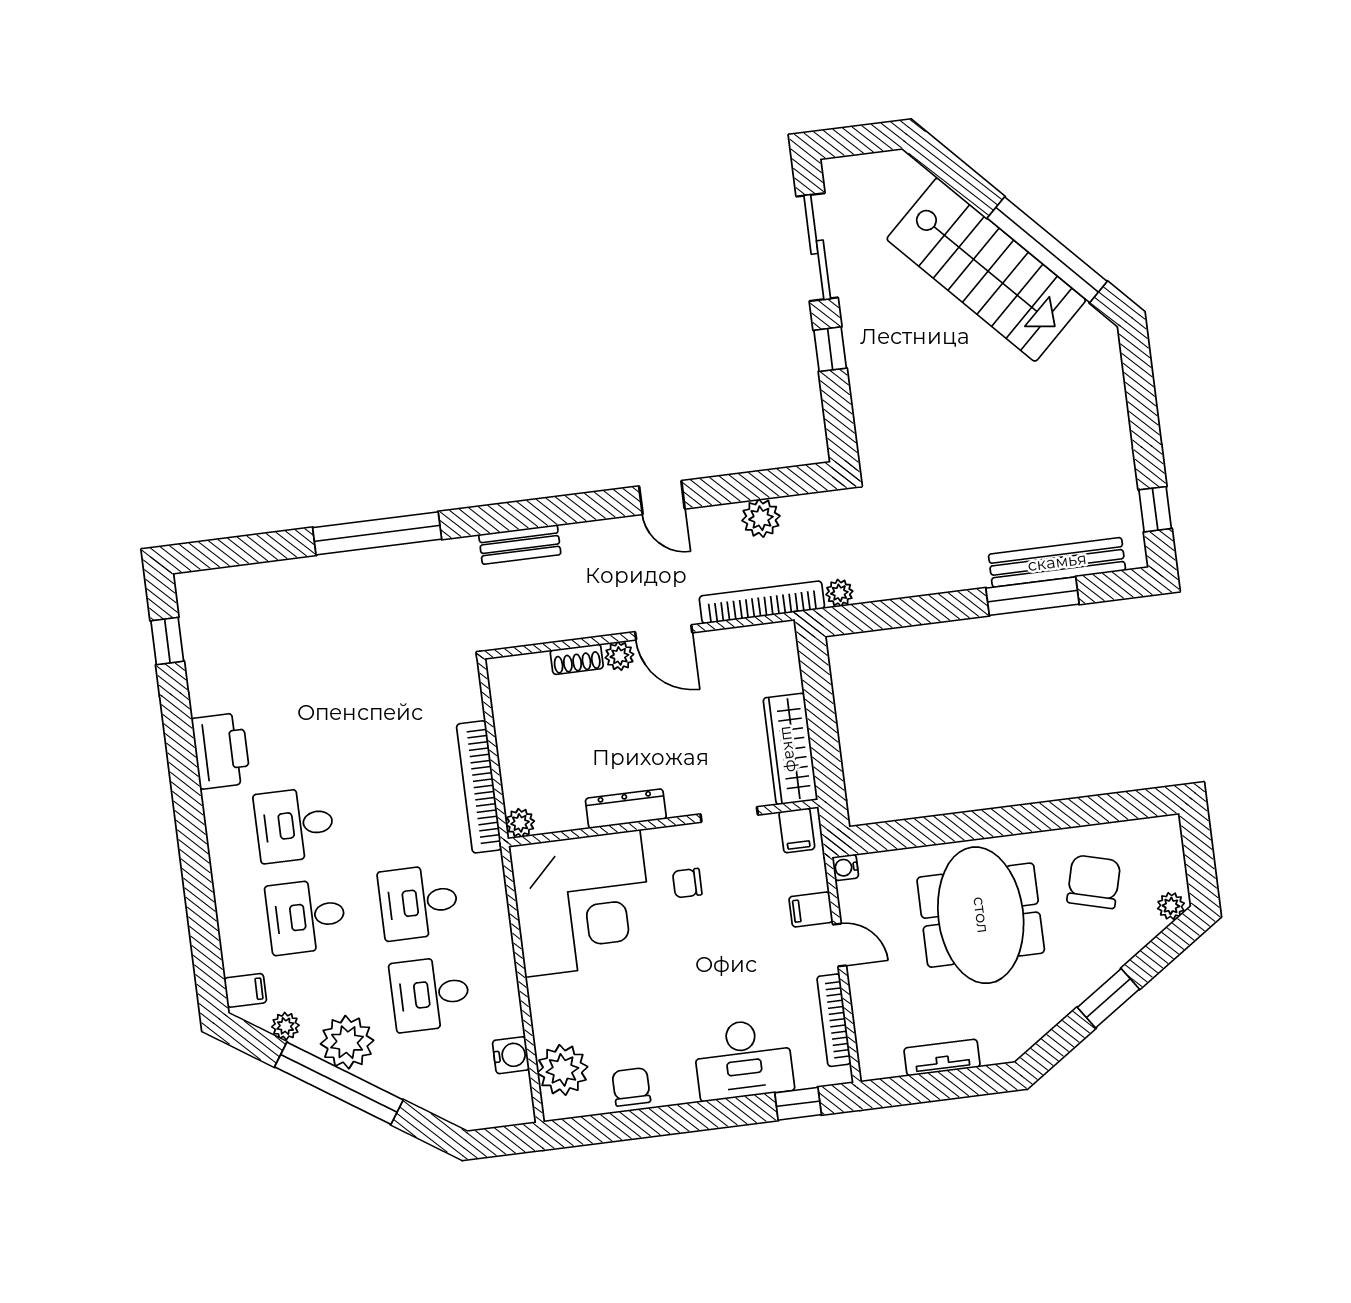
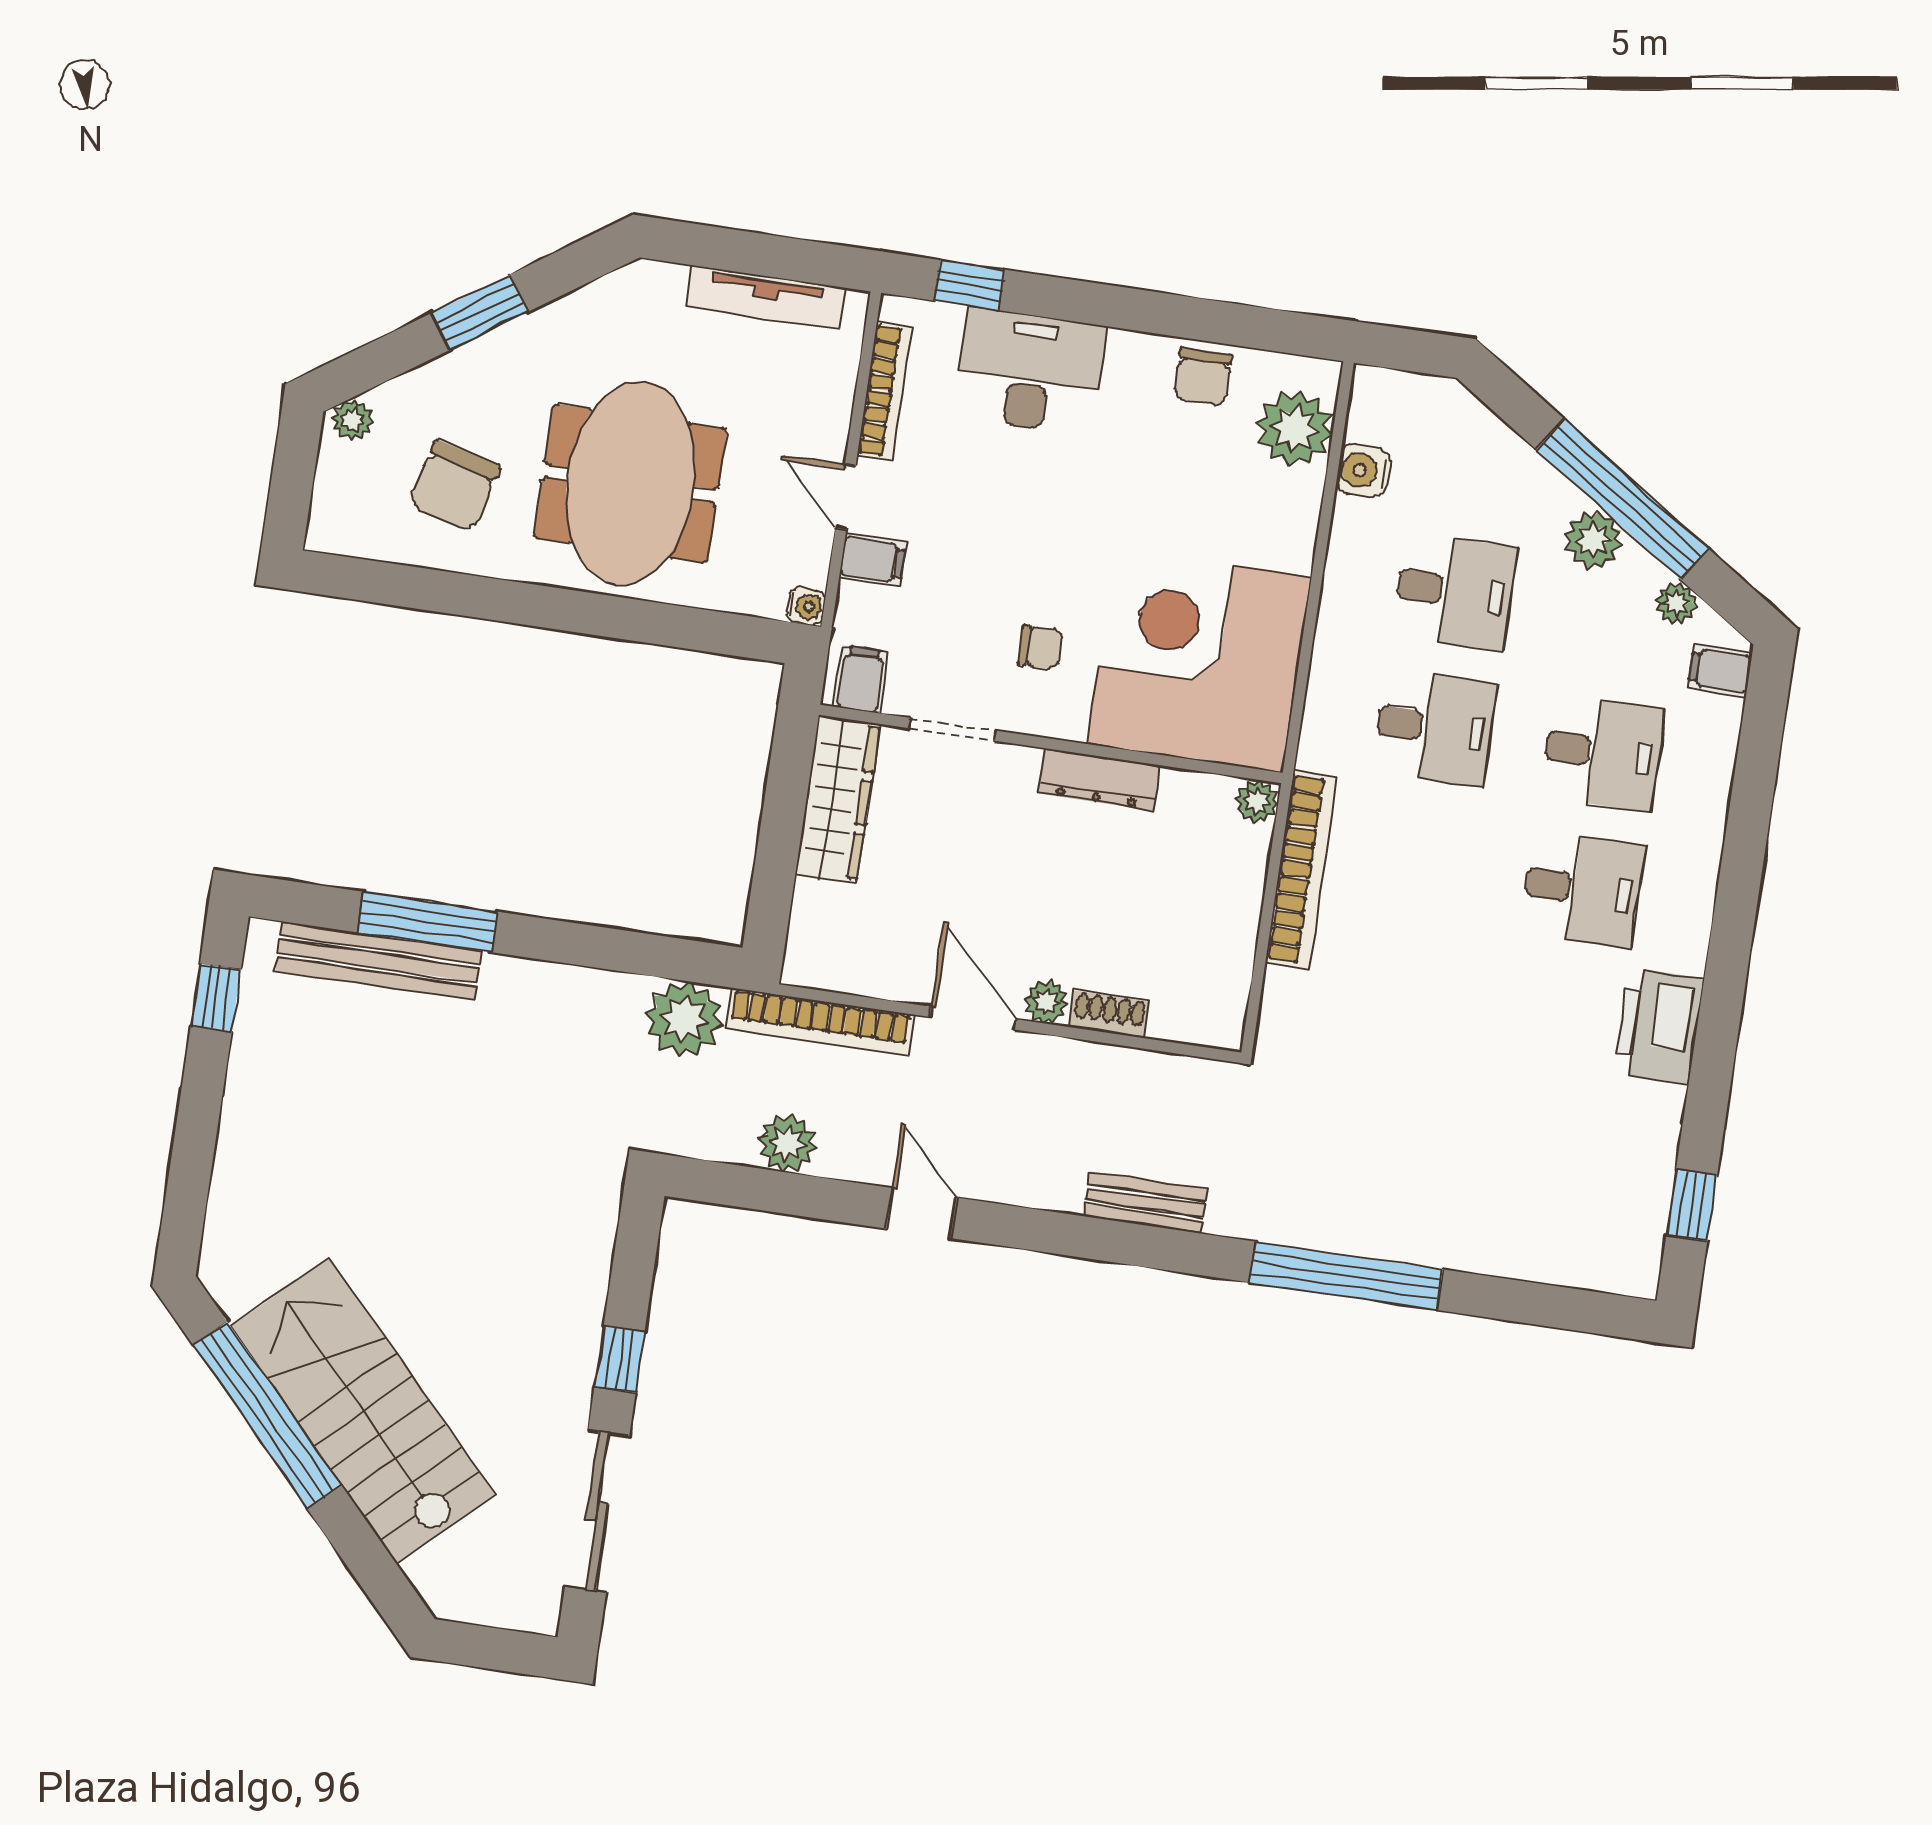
plant: (839, 593) -> (684, 1019), width x1.88, depth x1.88
plant: (347, 1042) -> (1593, 540), width x0.73, depth x0.73
tv unit: (942, 1057) -> (766, 297), width x1.41

